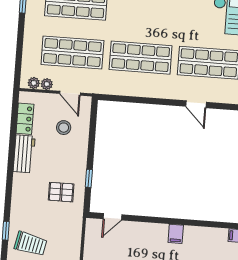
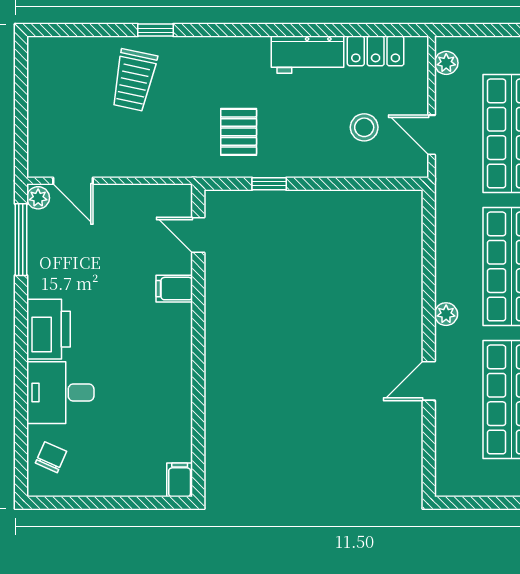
plant: (47, 84) -> (446, 314), moved
door: (70, 93) -> (432, 135), hinge flipped
filing cabinet: (176, 234) -> (174, 289), moved

